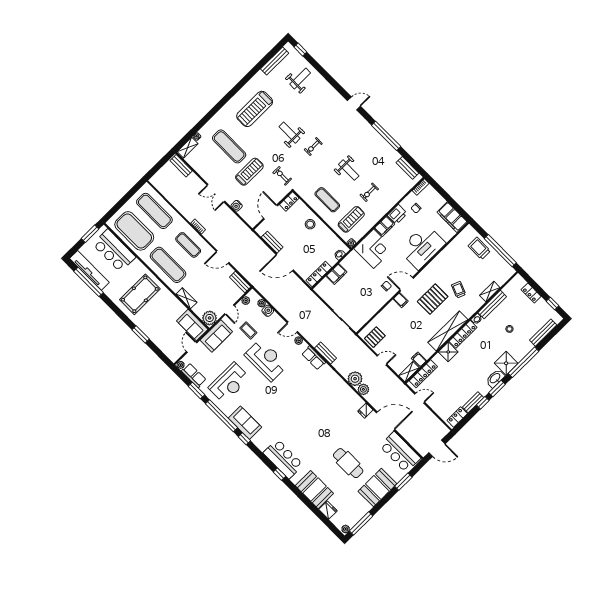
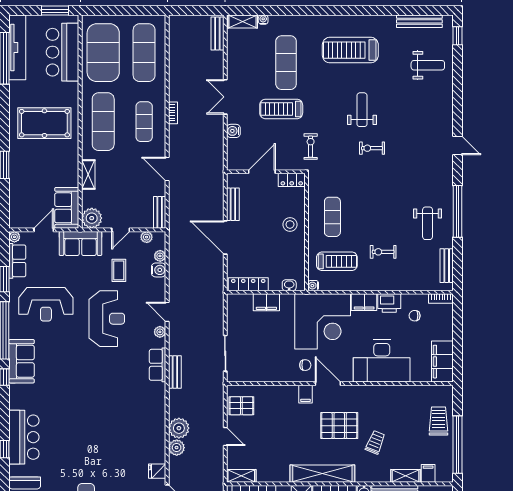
weight bench: (349, 170) -> (428, 223), moved
treadmill: (249, 172) -> (281, 109), turned 180
corner desk: (374, 249) -> (323, 321), width x1.36, depth x1.36
filing cabinet: (419, 360) -> (428, 473), moved

